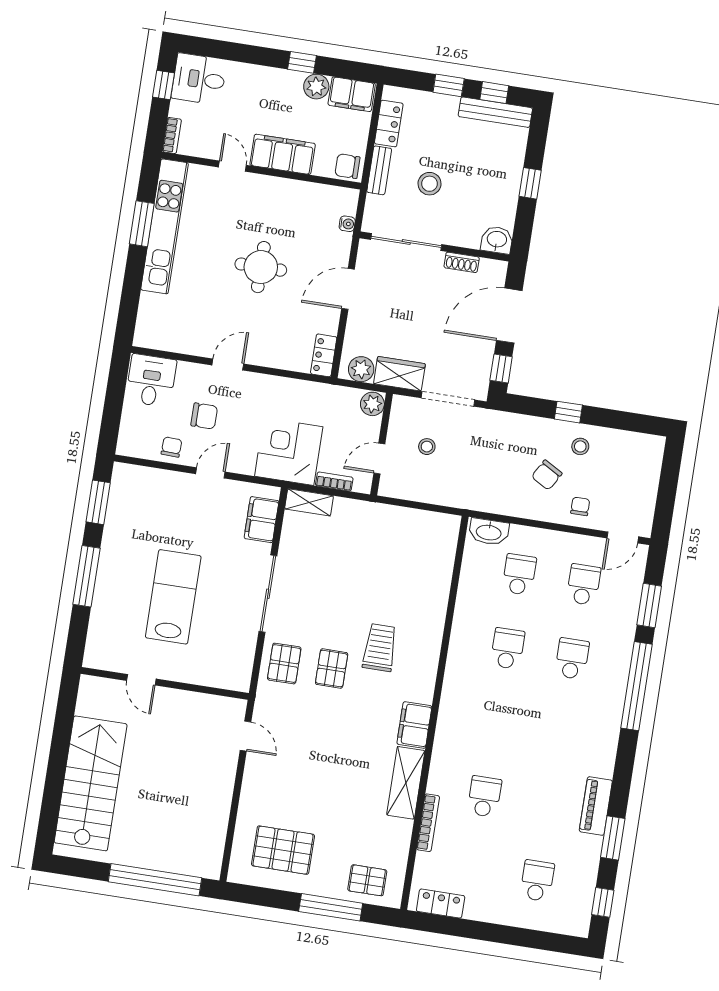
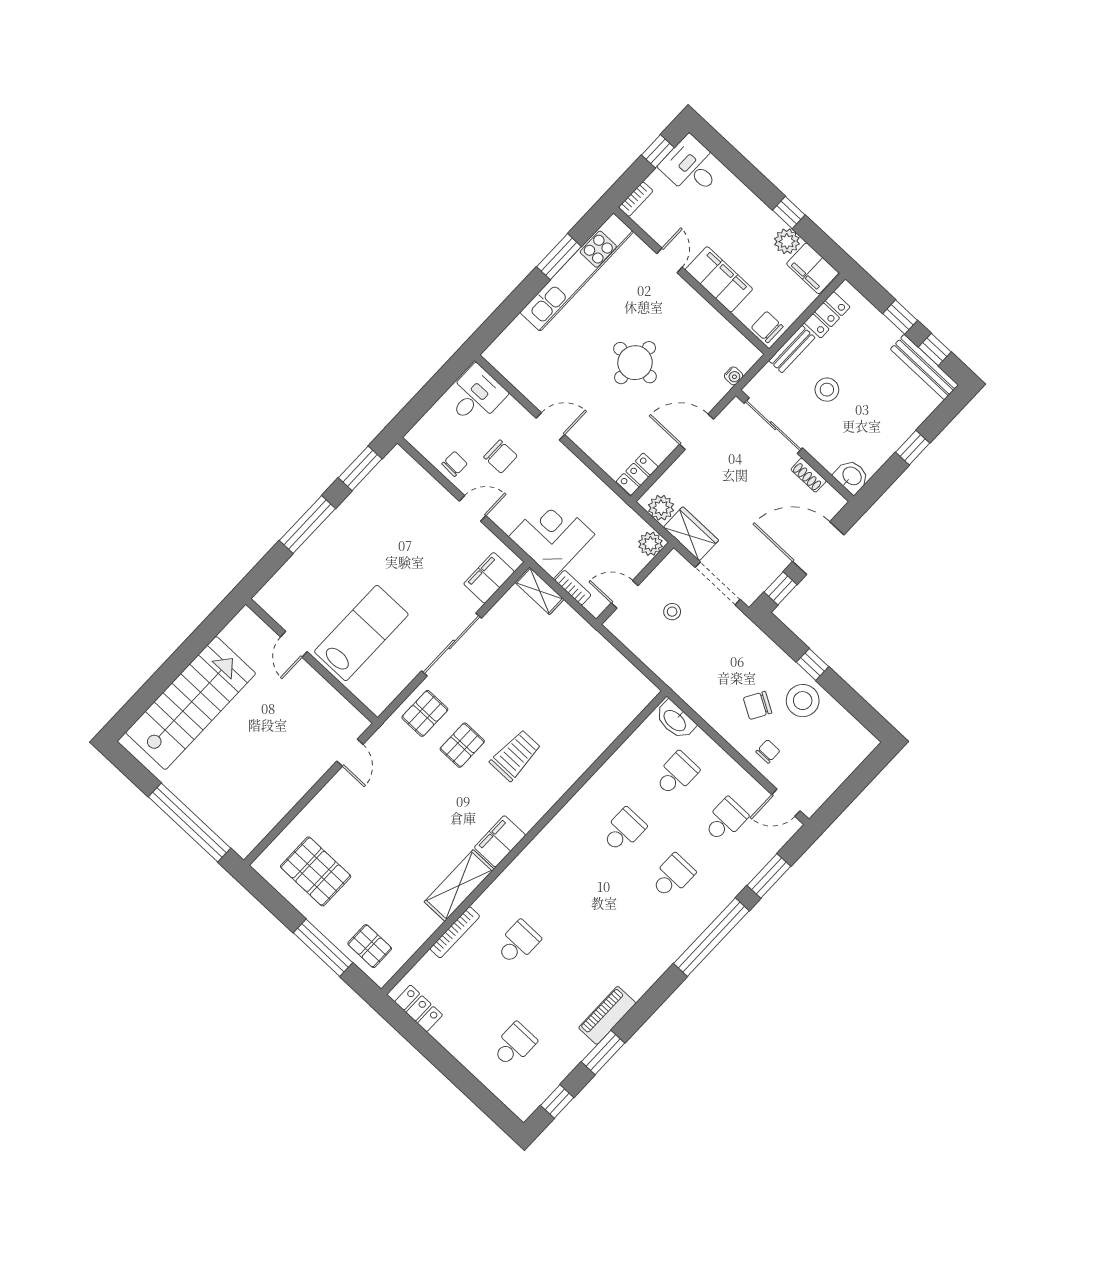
stool: (580, 446) -> (803, 701), width x1.89, depth x1.89
lab bench: (173, 597) -> (361, 633), moved

